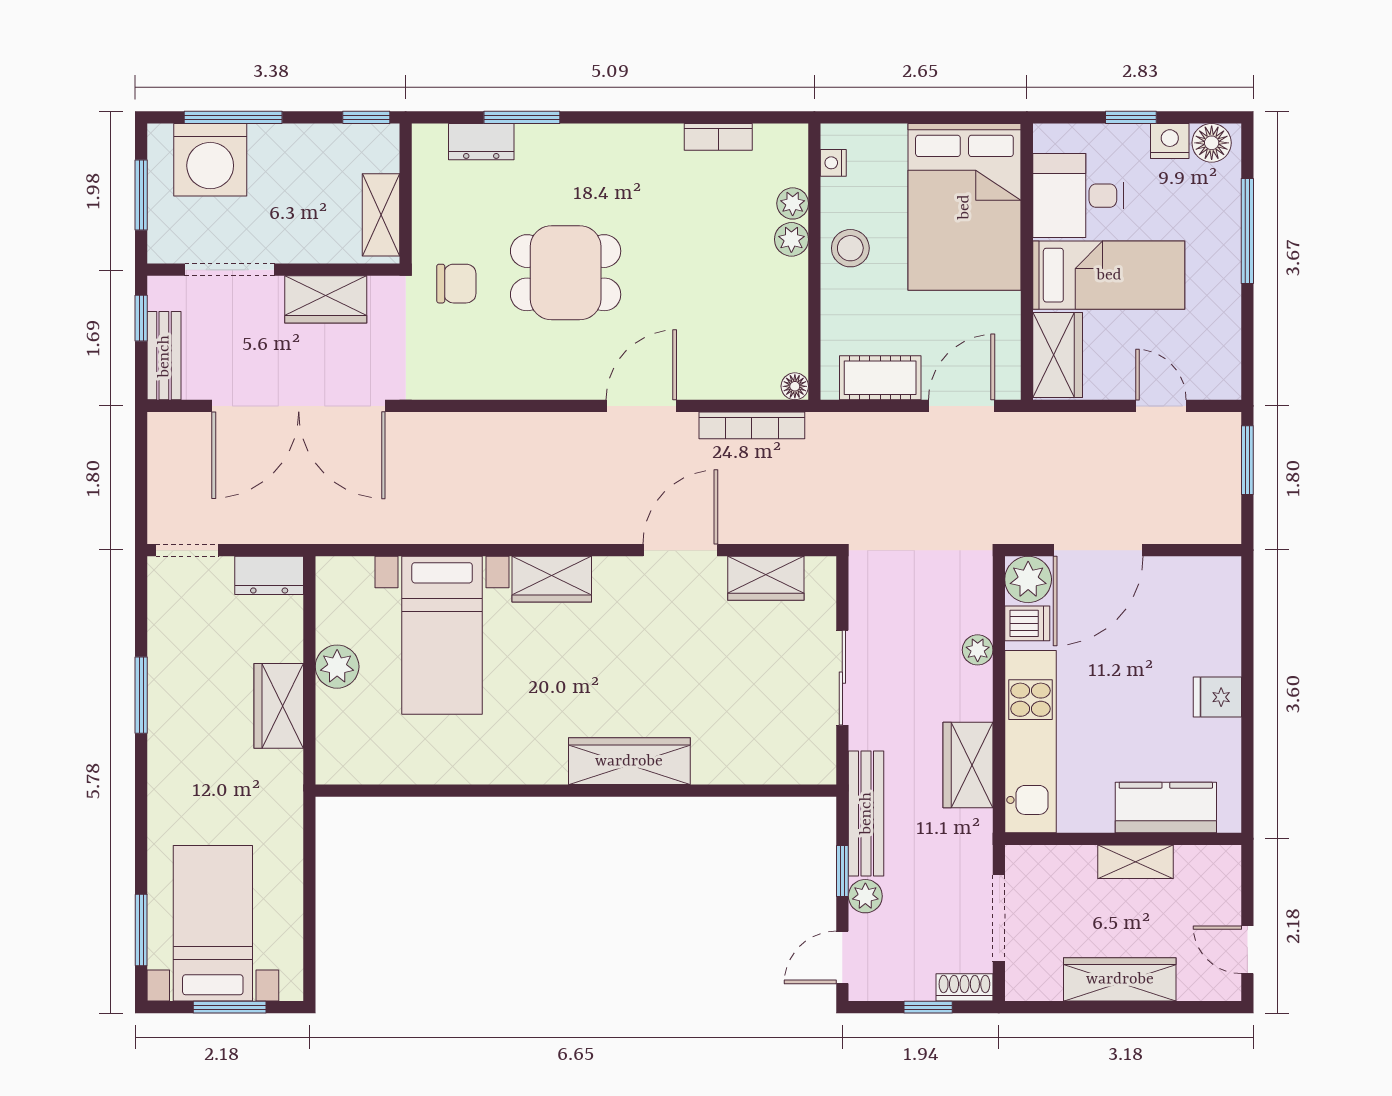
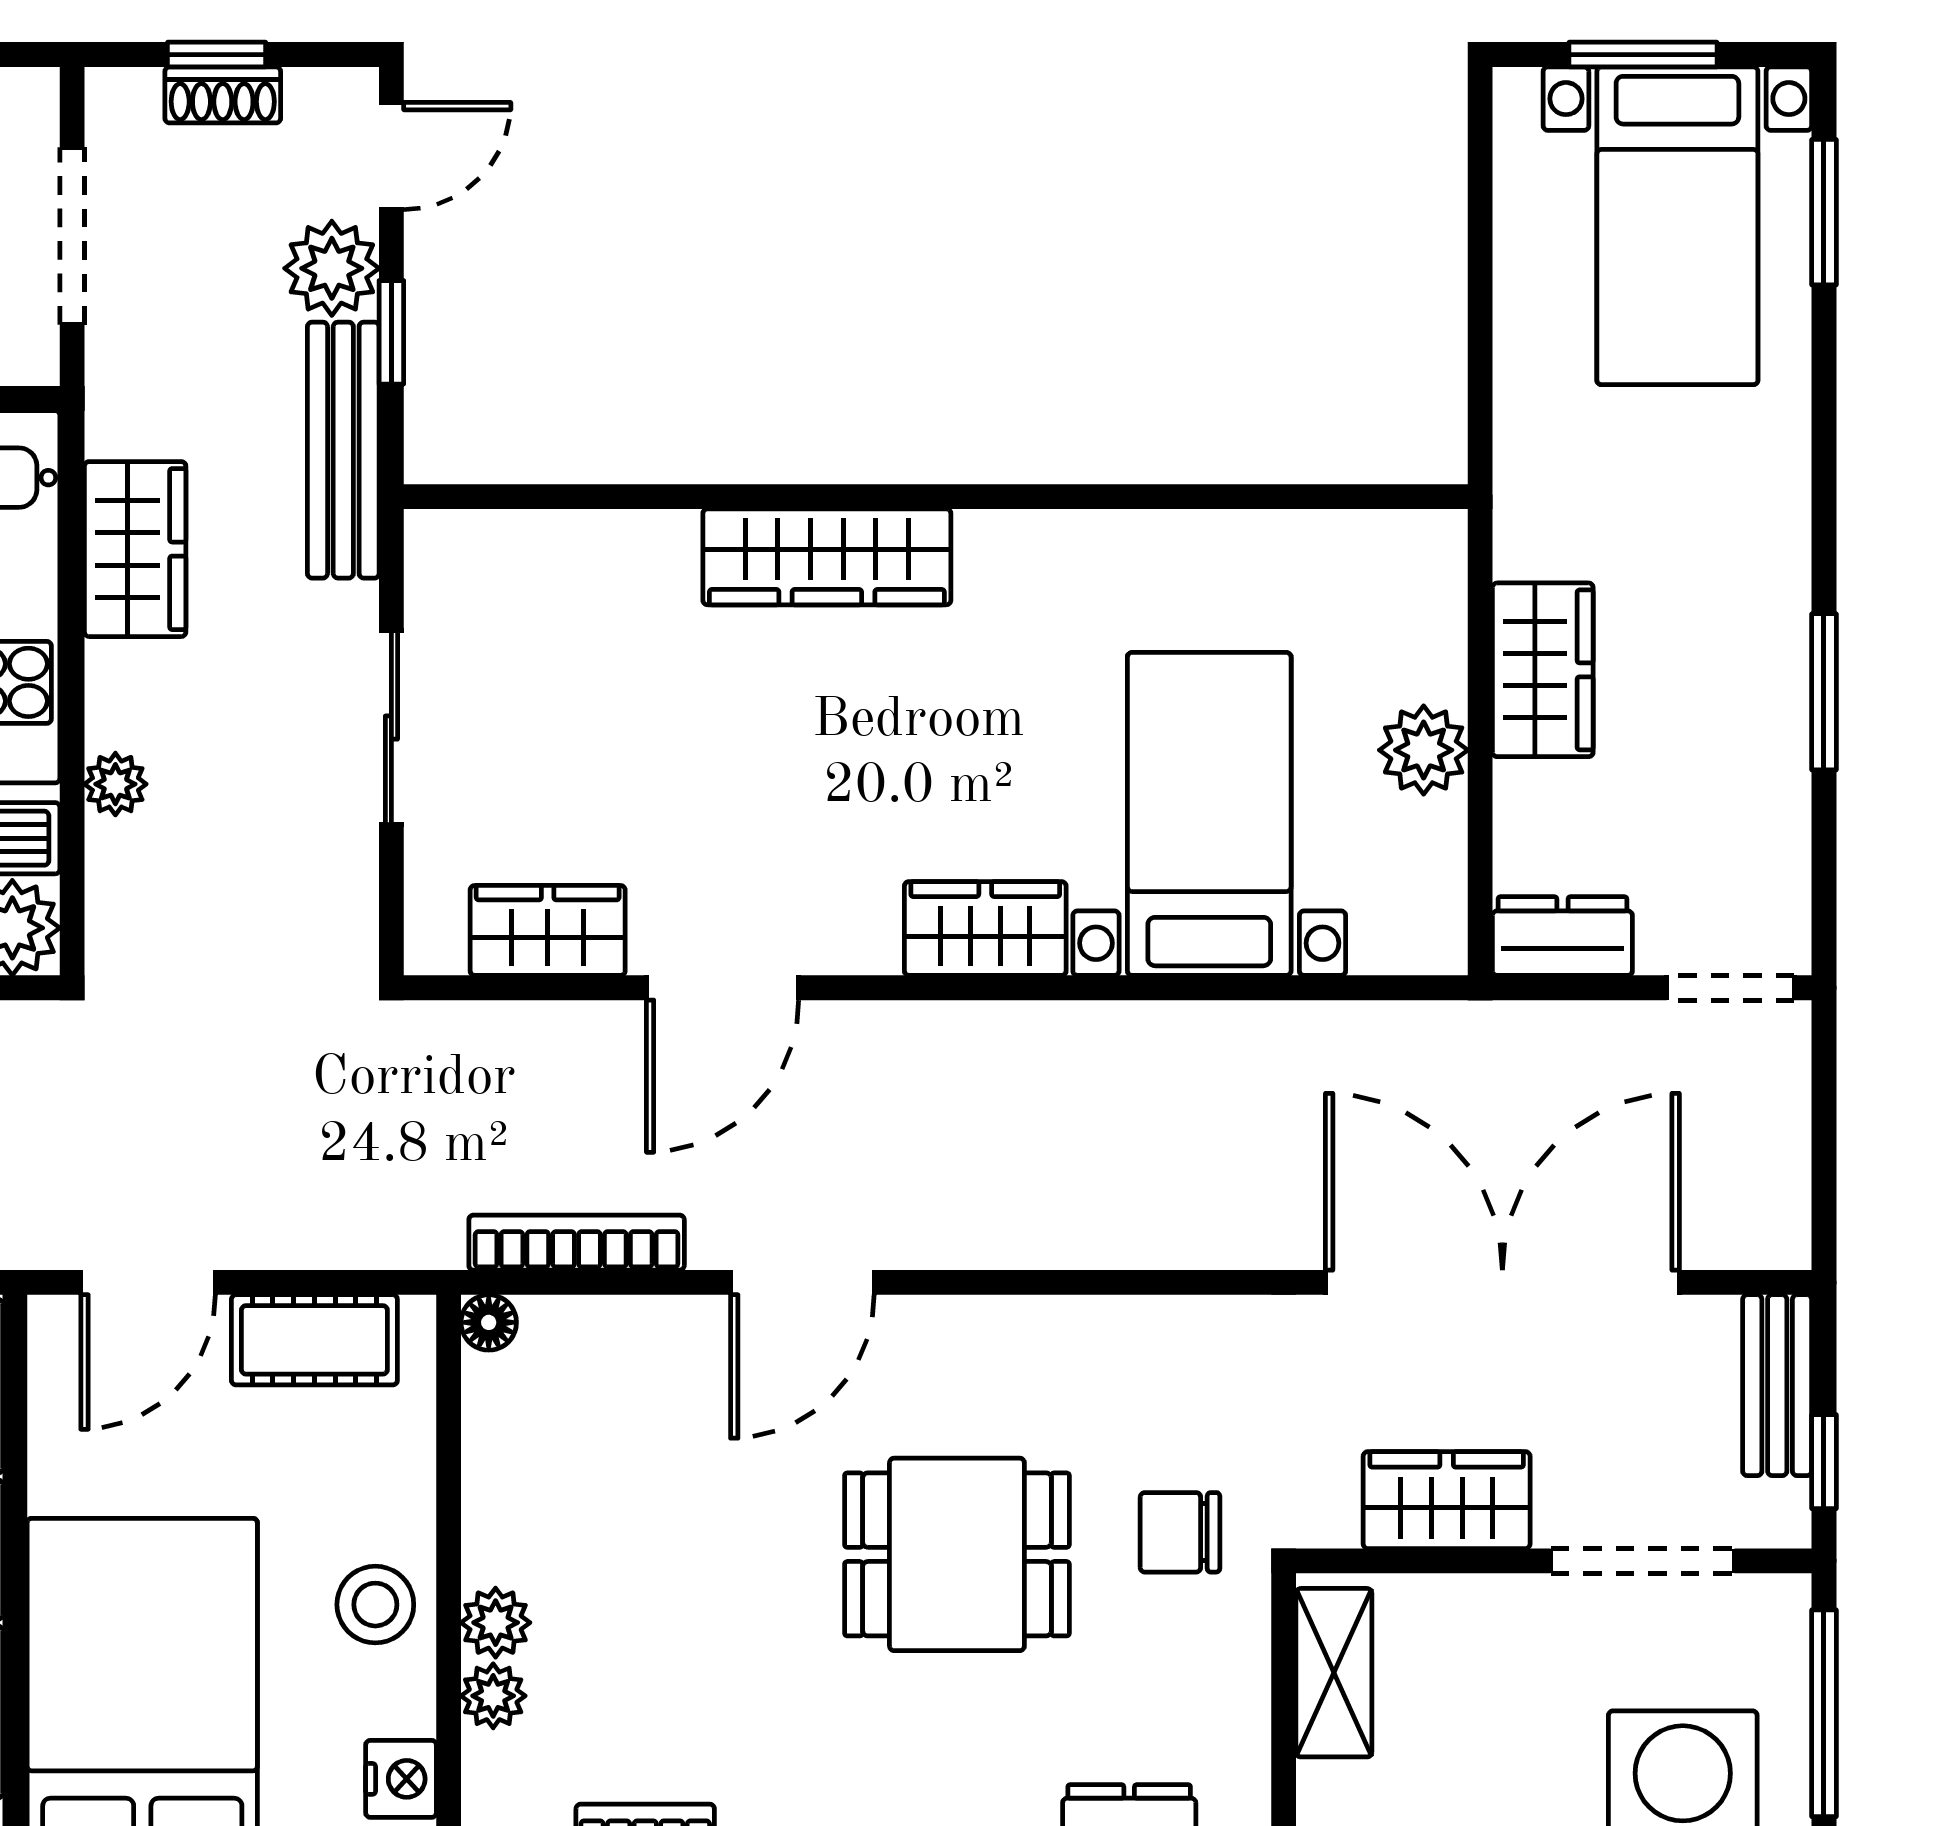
nightstand: (833, 163) -> (401, 1779), width x1.39, depth x1.35
window: (141, 195) -> (1824, 1713), width x1.44
plant: (865, 896) -> (332, 268), width x1.38, depth x1.38
shoe rack: (964, 987) -> (223, 95), moved

